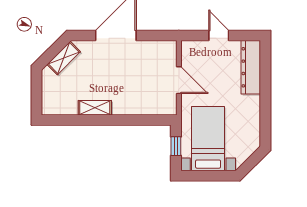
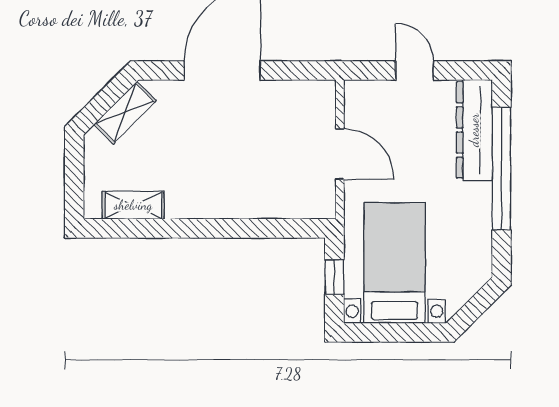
window: (265, 88) -> (501, 169), added
shelving: (95, 108) -> (133, 205), moved

